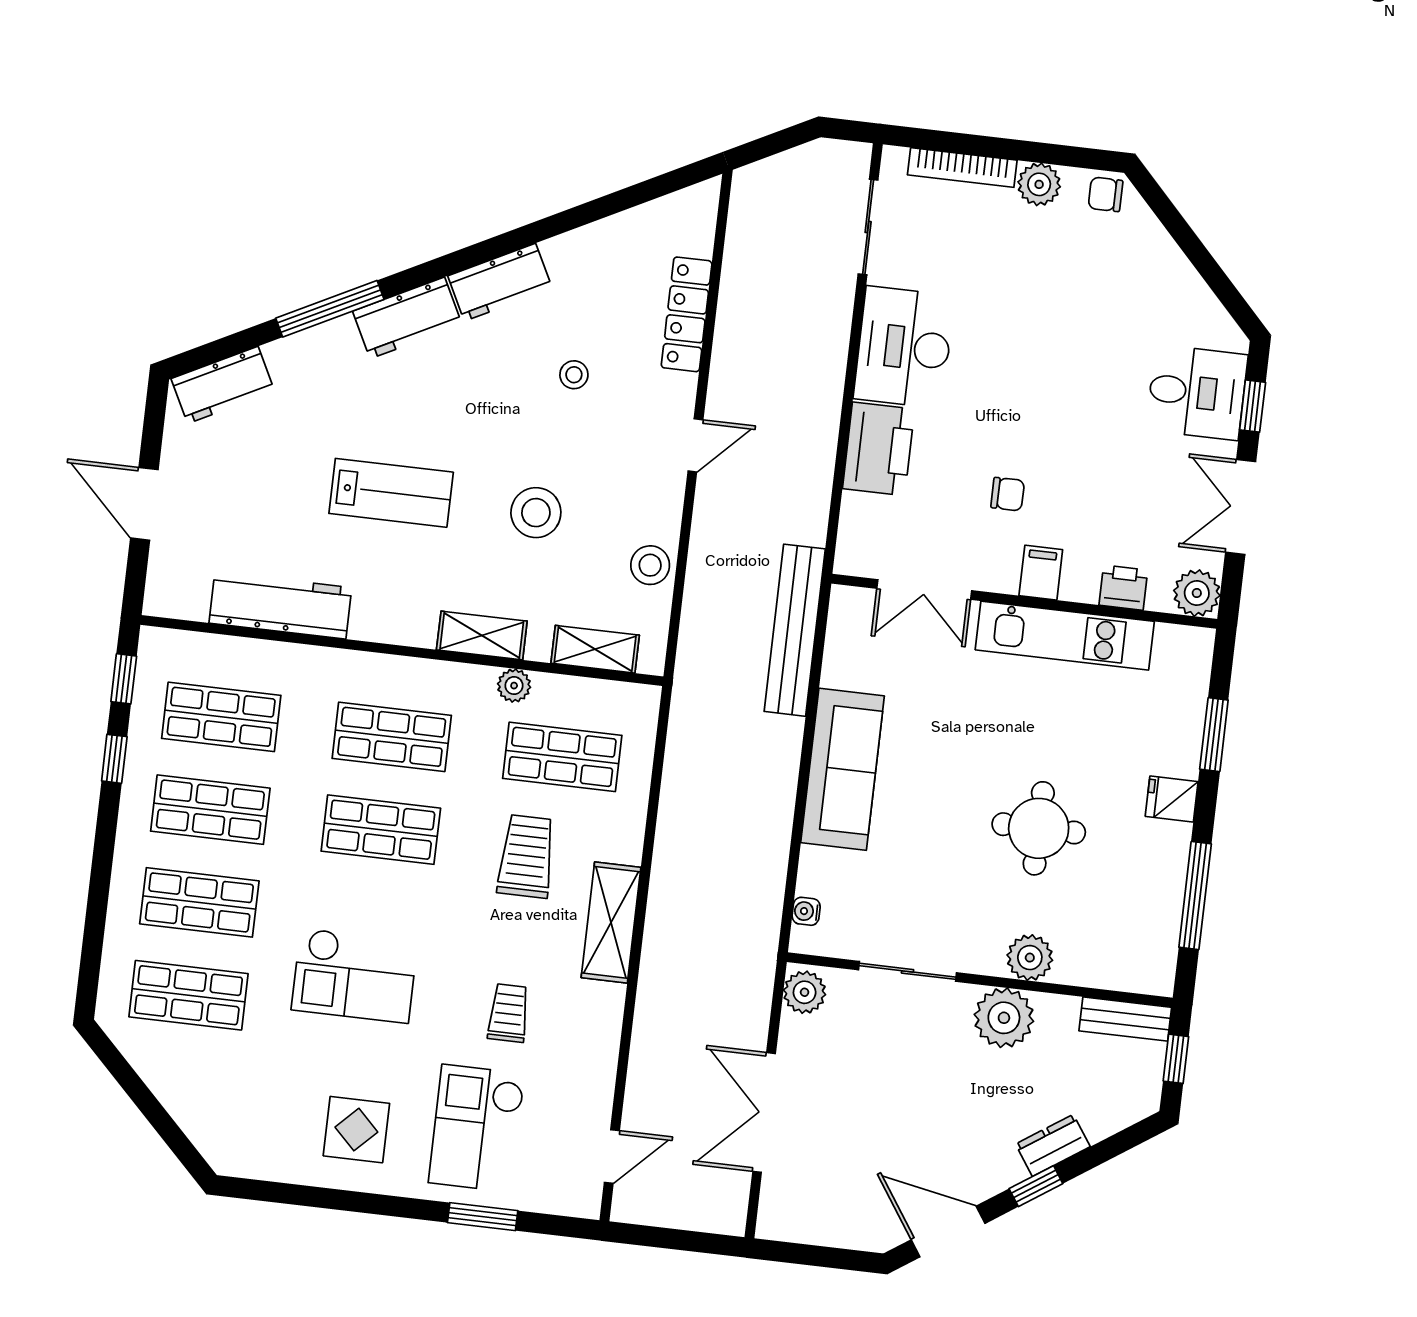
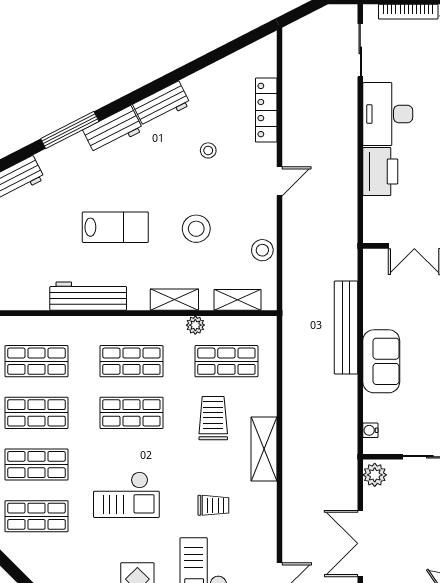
workbench: (280, 605) -> (88, 296), moved
bench: (795, 630) -> (346, 328), moved
sofa: (843, 769) -> (381, 361), width x0.73
trolley: (509, 1013) -> (213, 505), turned 90

